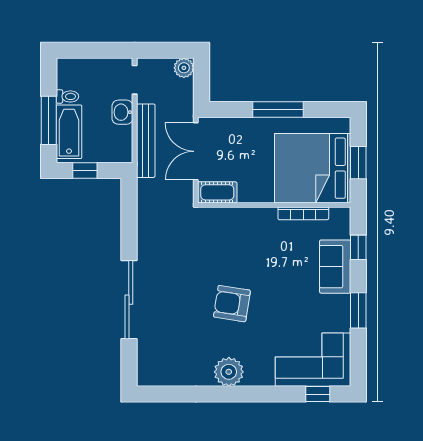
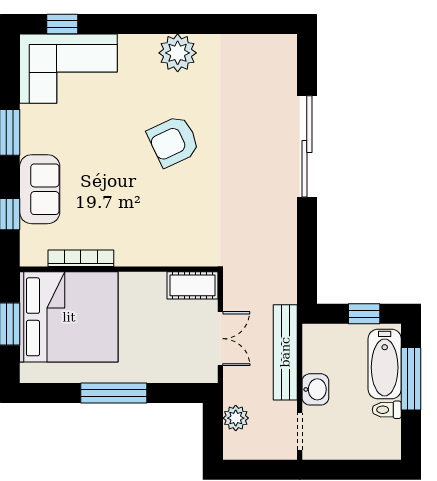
plant: (184, 68) -> (236, 418), moved
double door: (196, 151) -> (220, 339), width x0.73
armchair: (232, 304) -> (173, 141), turned 146

